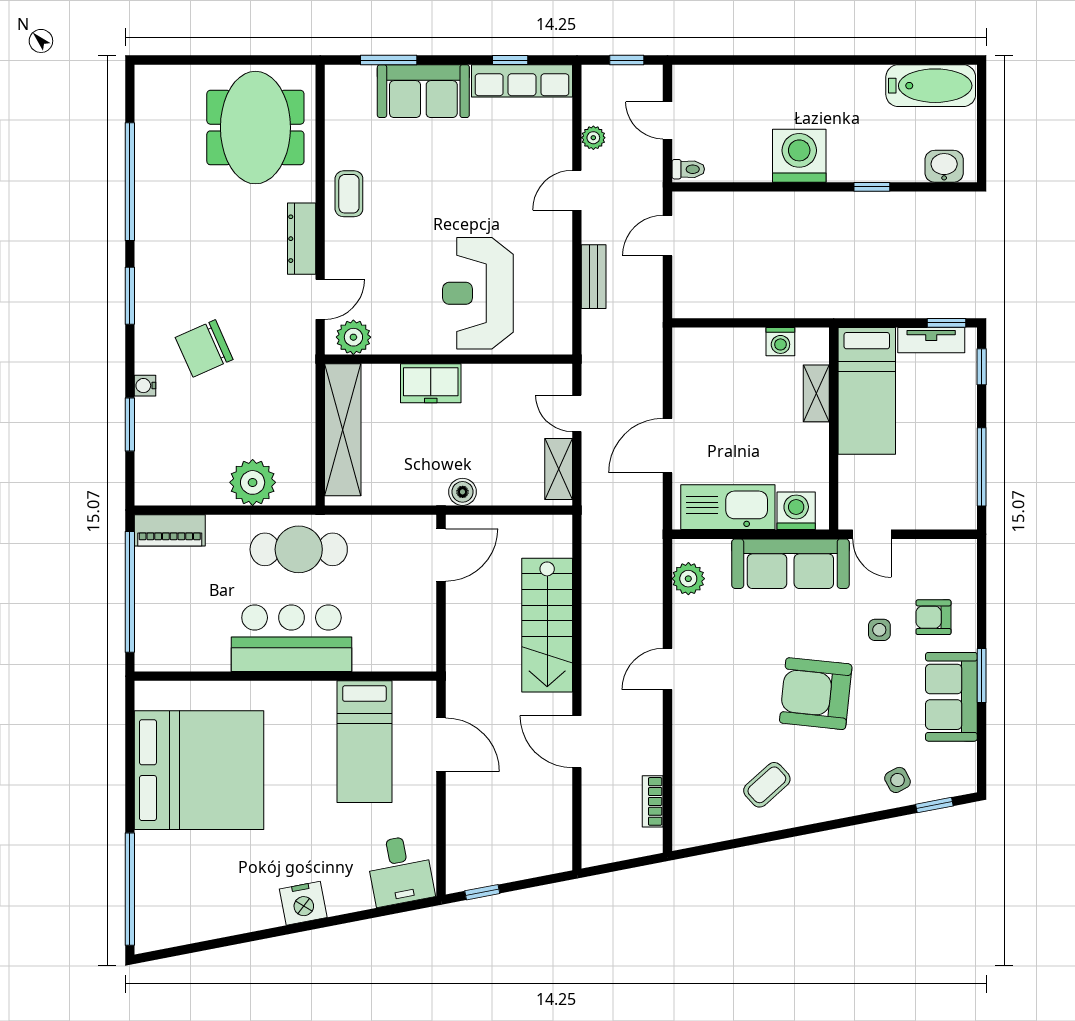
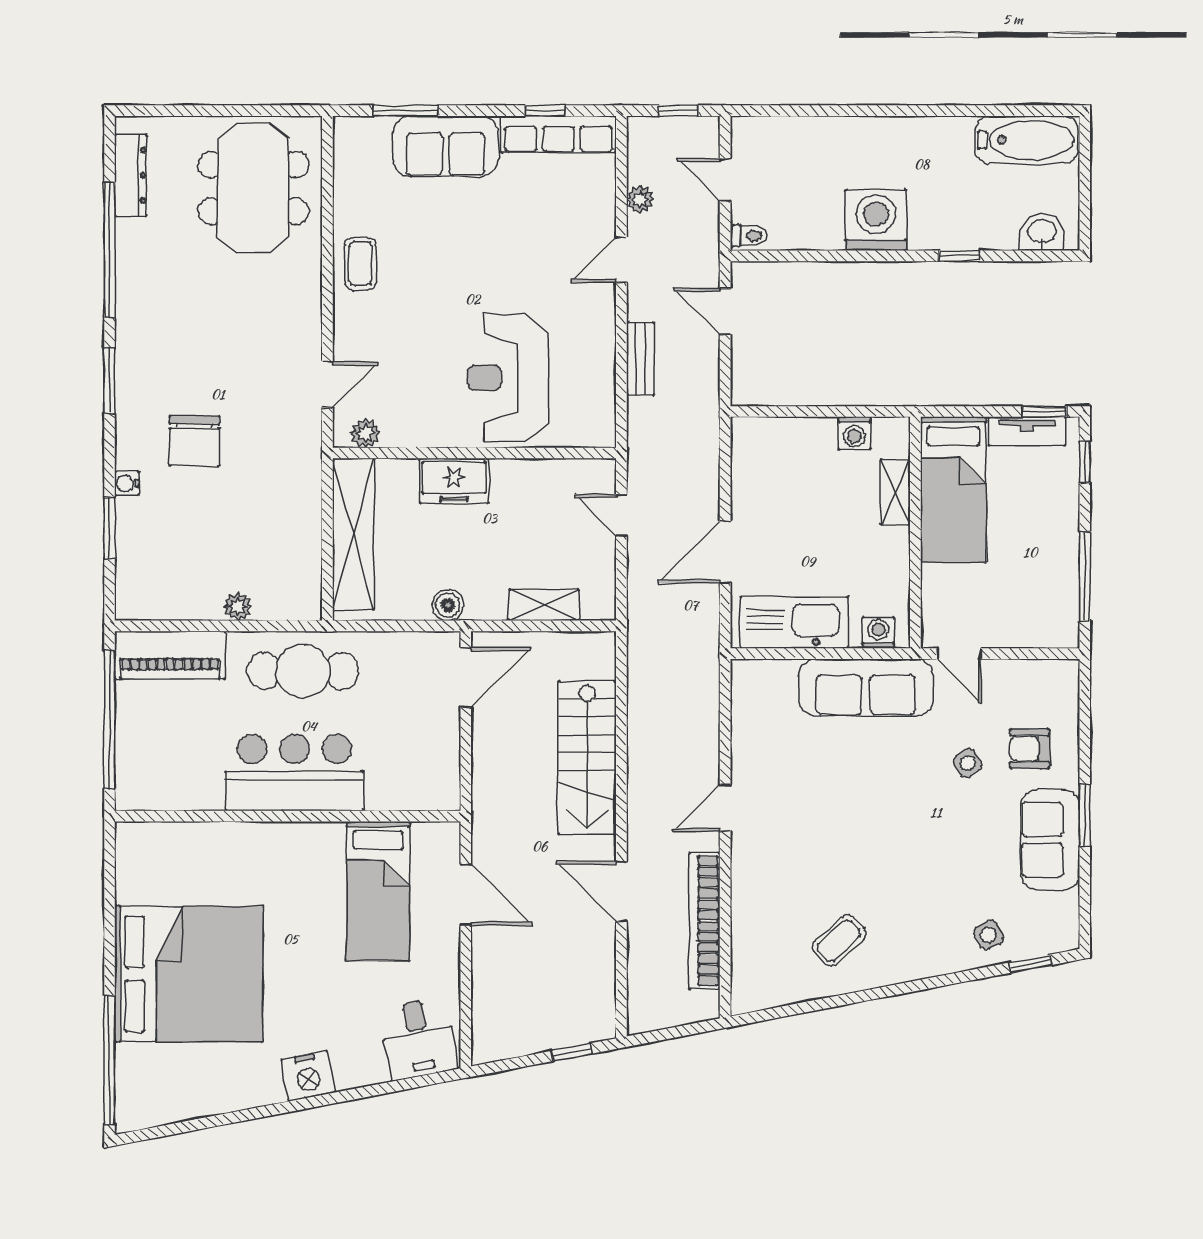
door: (668, 236) -> (725, 312), hinge flipped
dresser: (302, 239) -> (131, 175), moved, turned 180
plant: (353, 337) -> (365, 433), width x0.73, depth x0.73
chair: (204, 348) -> (195, 441), turned -66
shelving: (559, 469) -> (544, 605), moved, turned 90
plant: (253, 482) -> (238, 607), width x0.53, depth x0.53
boiler: (463, 492) -> (448, 605), moved
washing machine: (796, 511) -> (878, 633), width x0.73, depth x0.73
piano: (170, 530) -> (170, 655), width x1.37, depth x1.33
plant: (688, 579) -> (749, 704), removed
side table: (879, 630) -> (968, 763), turned -33
armchair: (816, 694) -> (895, 836), removed
bed: (199, 770) -> (189, 974), moved
bookcase: (653, 801) -> (704, 921), width x2.31, depth x1.31
window: (482, 892) -> (572, 1052), moved

